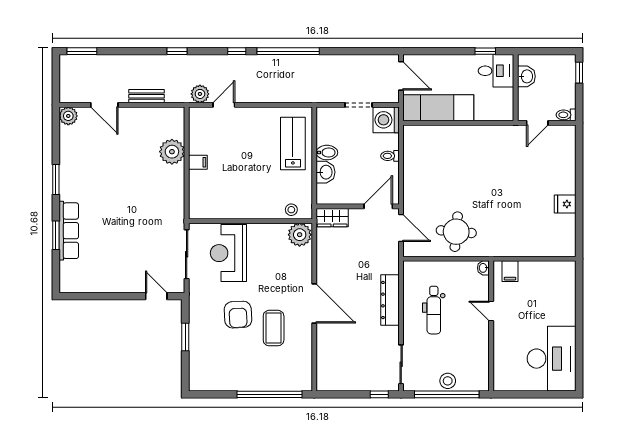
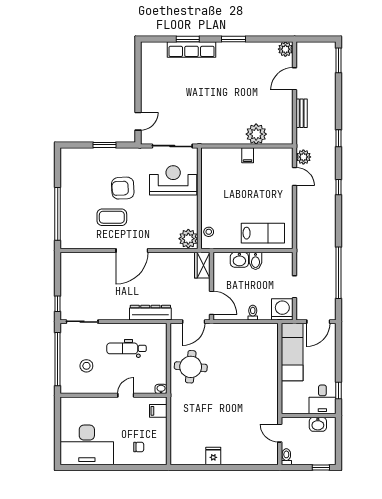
window: (288, 51) -> (338, 273), moved
chair: (554, 295) -> (139, 447), added
dresser: (390, 300) -> (150, 313), moved
stool: (448, 381) -> (86, 366), moved

